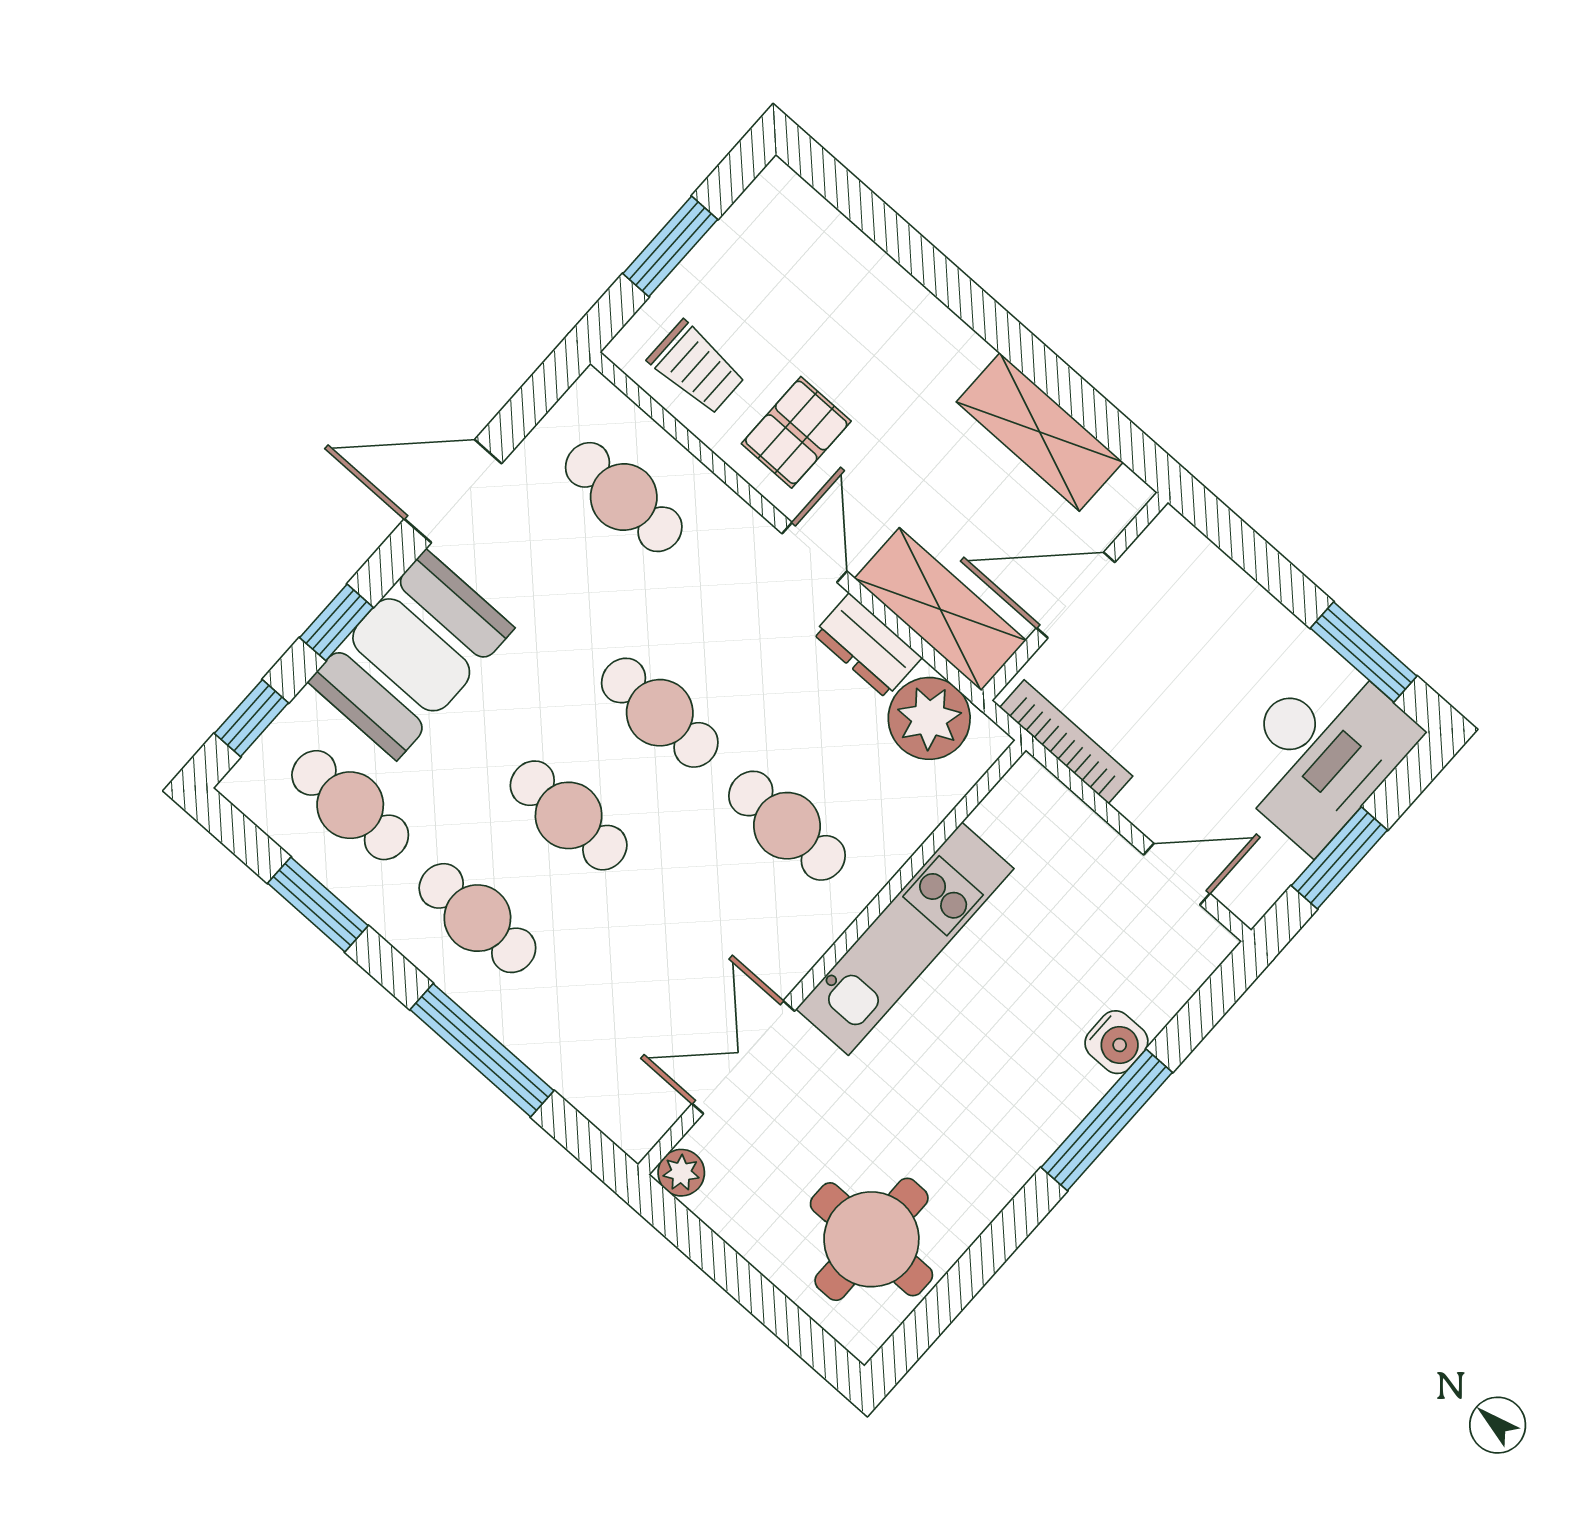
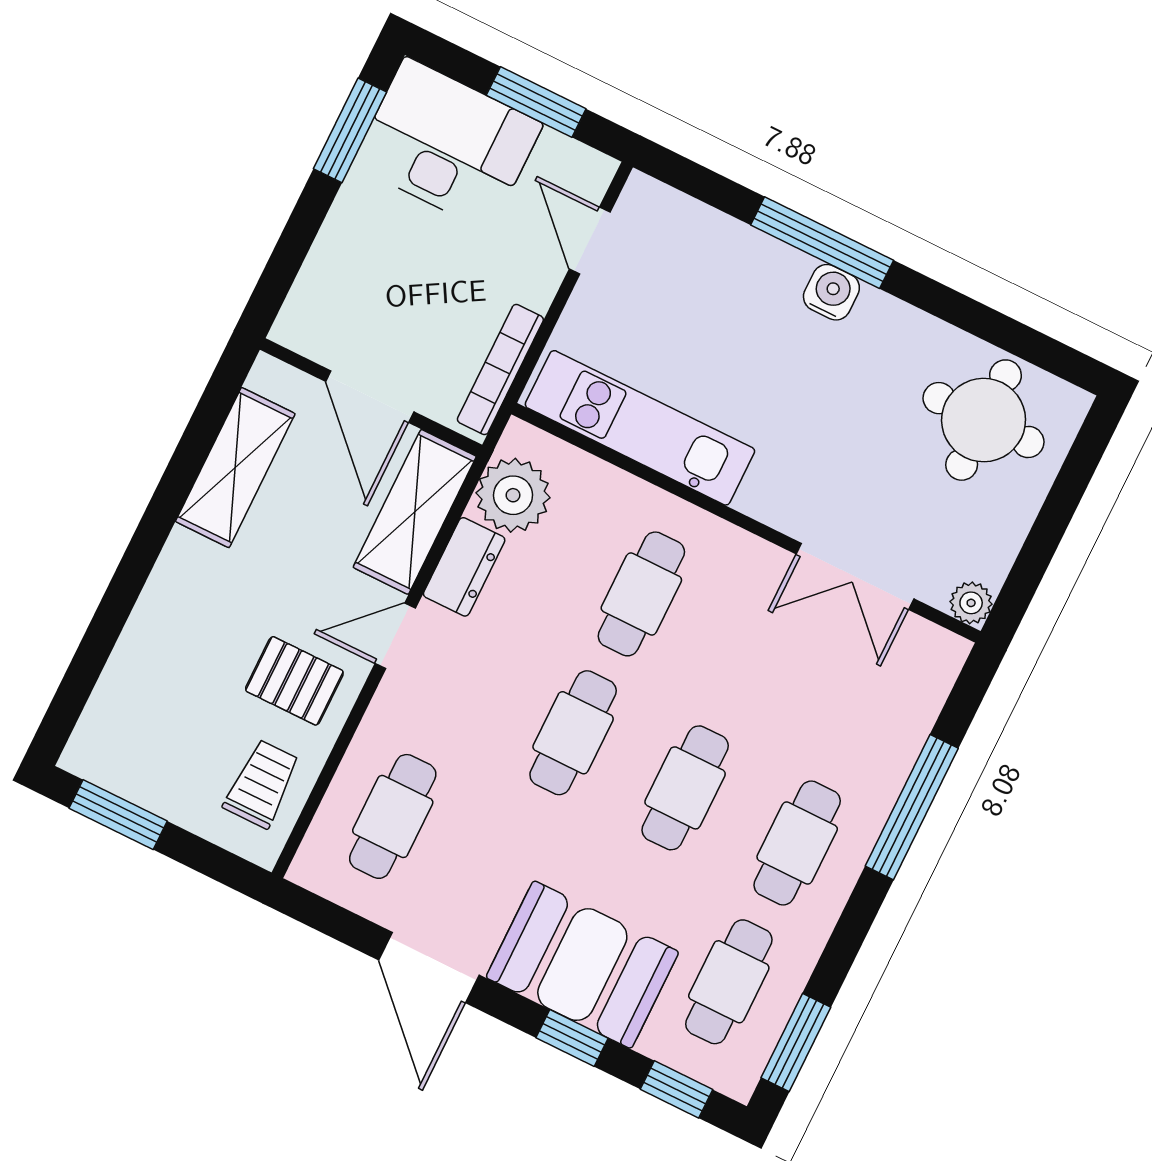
window: (670, 246) -> (118, 815), moved
window: (318, 904) -> (796, 1043), moved
kitchen unit: (905, 939) -> (640, 428), moved
water cooler: (1116, 1042) -> (831, 292), moved

